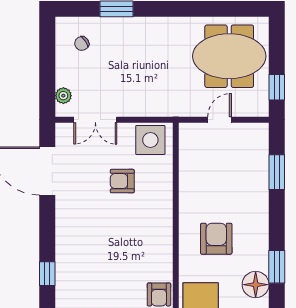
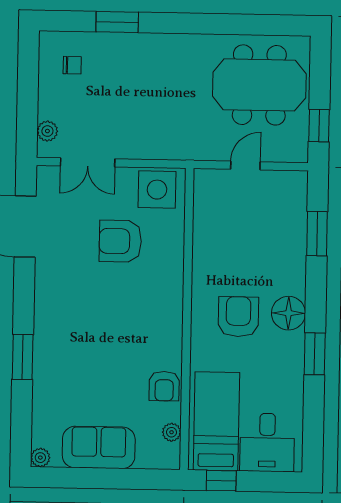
chair: (82, 43) -> (72, 65), turned -146
armchair: (122, 181) -> (120, 241), width x1.38, depth x1.38
window: (47, 274) -> (23, 357), width x1.50
floor lamp: (256, 285) -> (288, 313), moved

